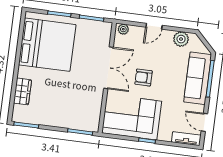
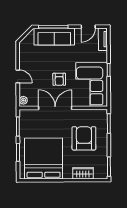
plant: (181, 39) -> (25, 54), removed
armchair: (66, 99) -> (84, 138), added

